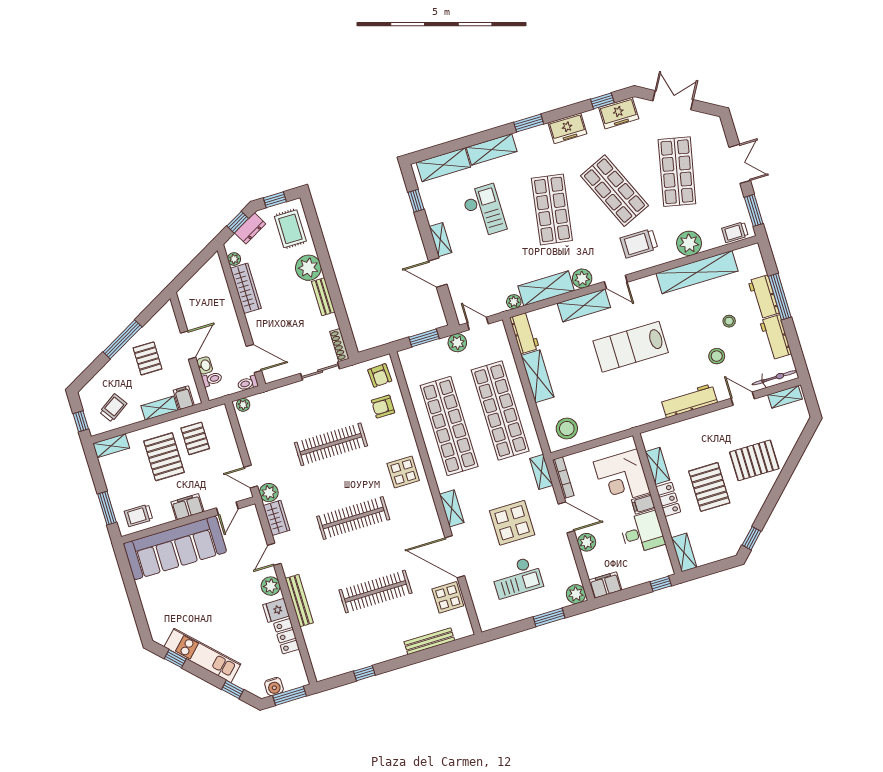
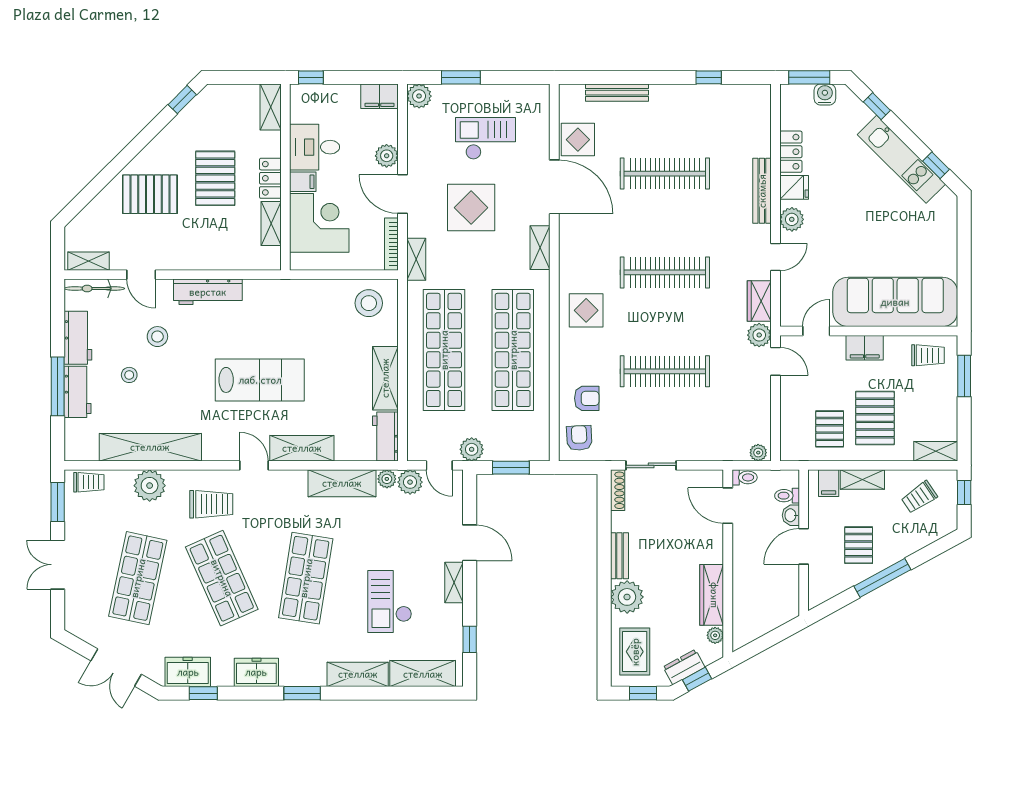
plant: (582, 278) -> (410, 482), moved

